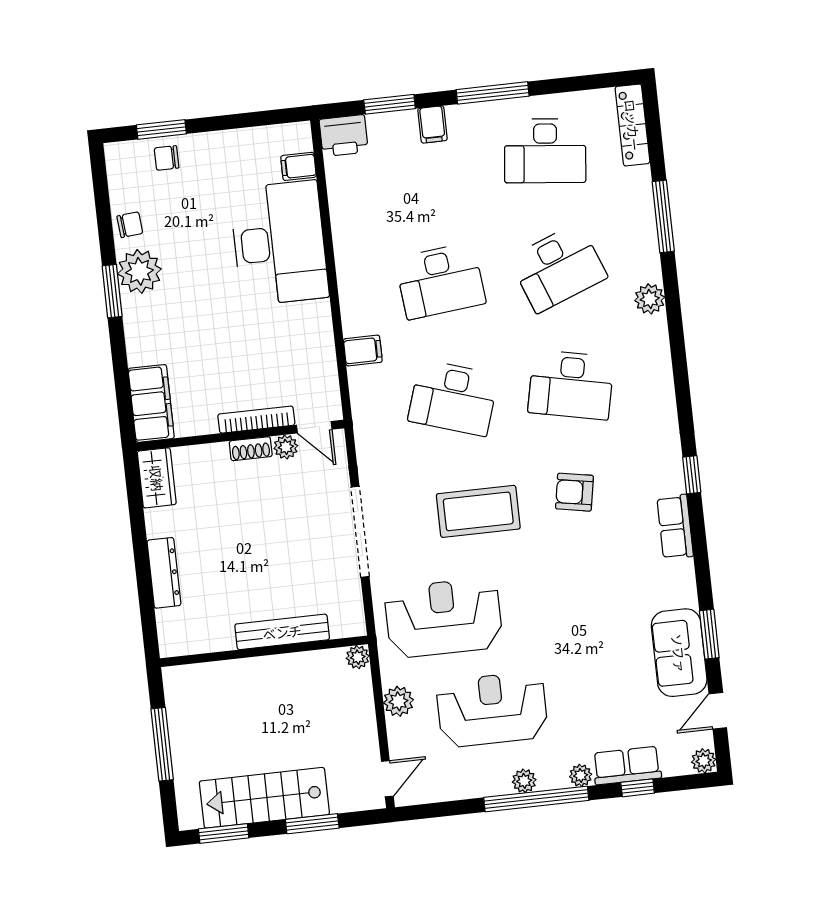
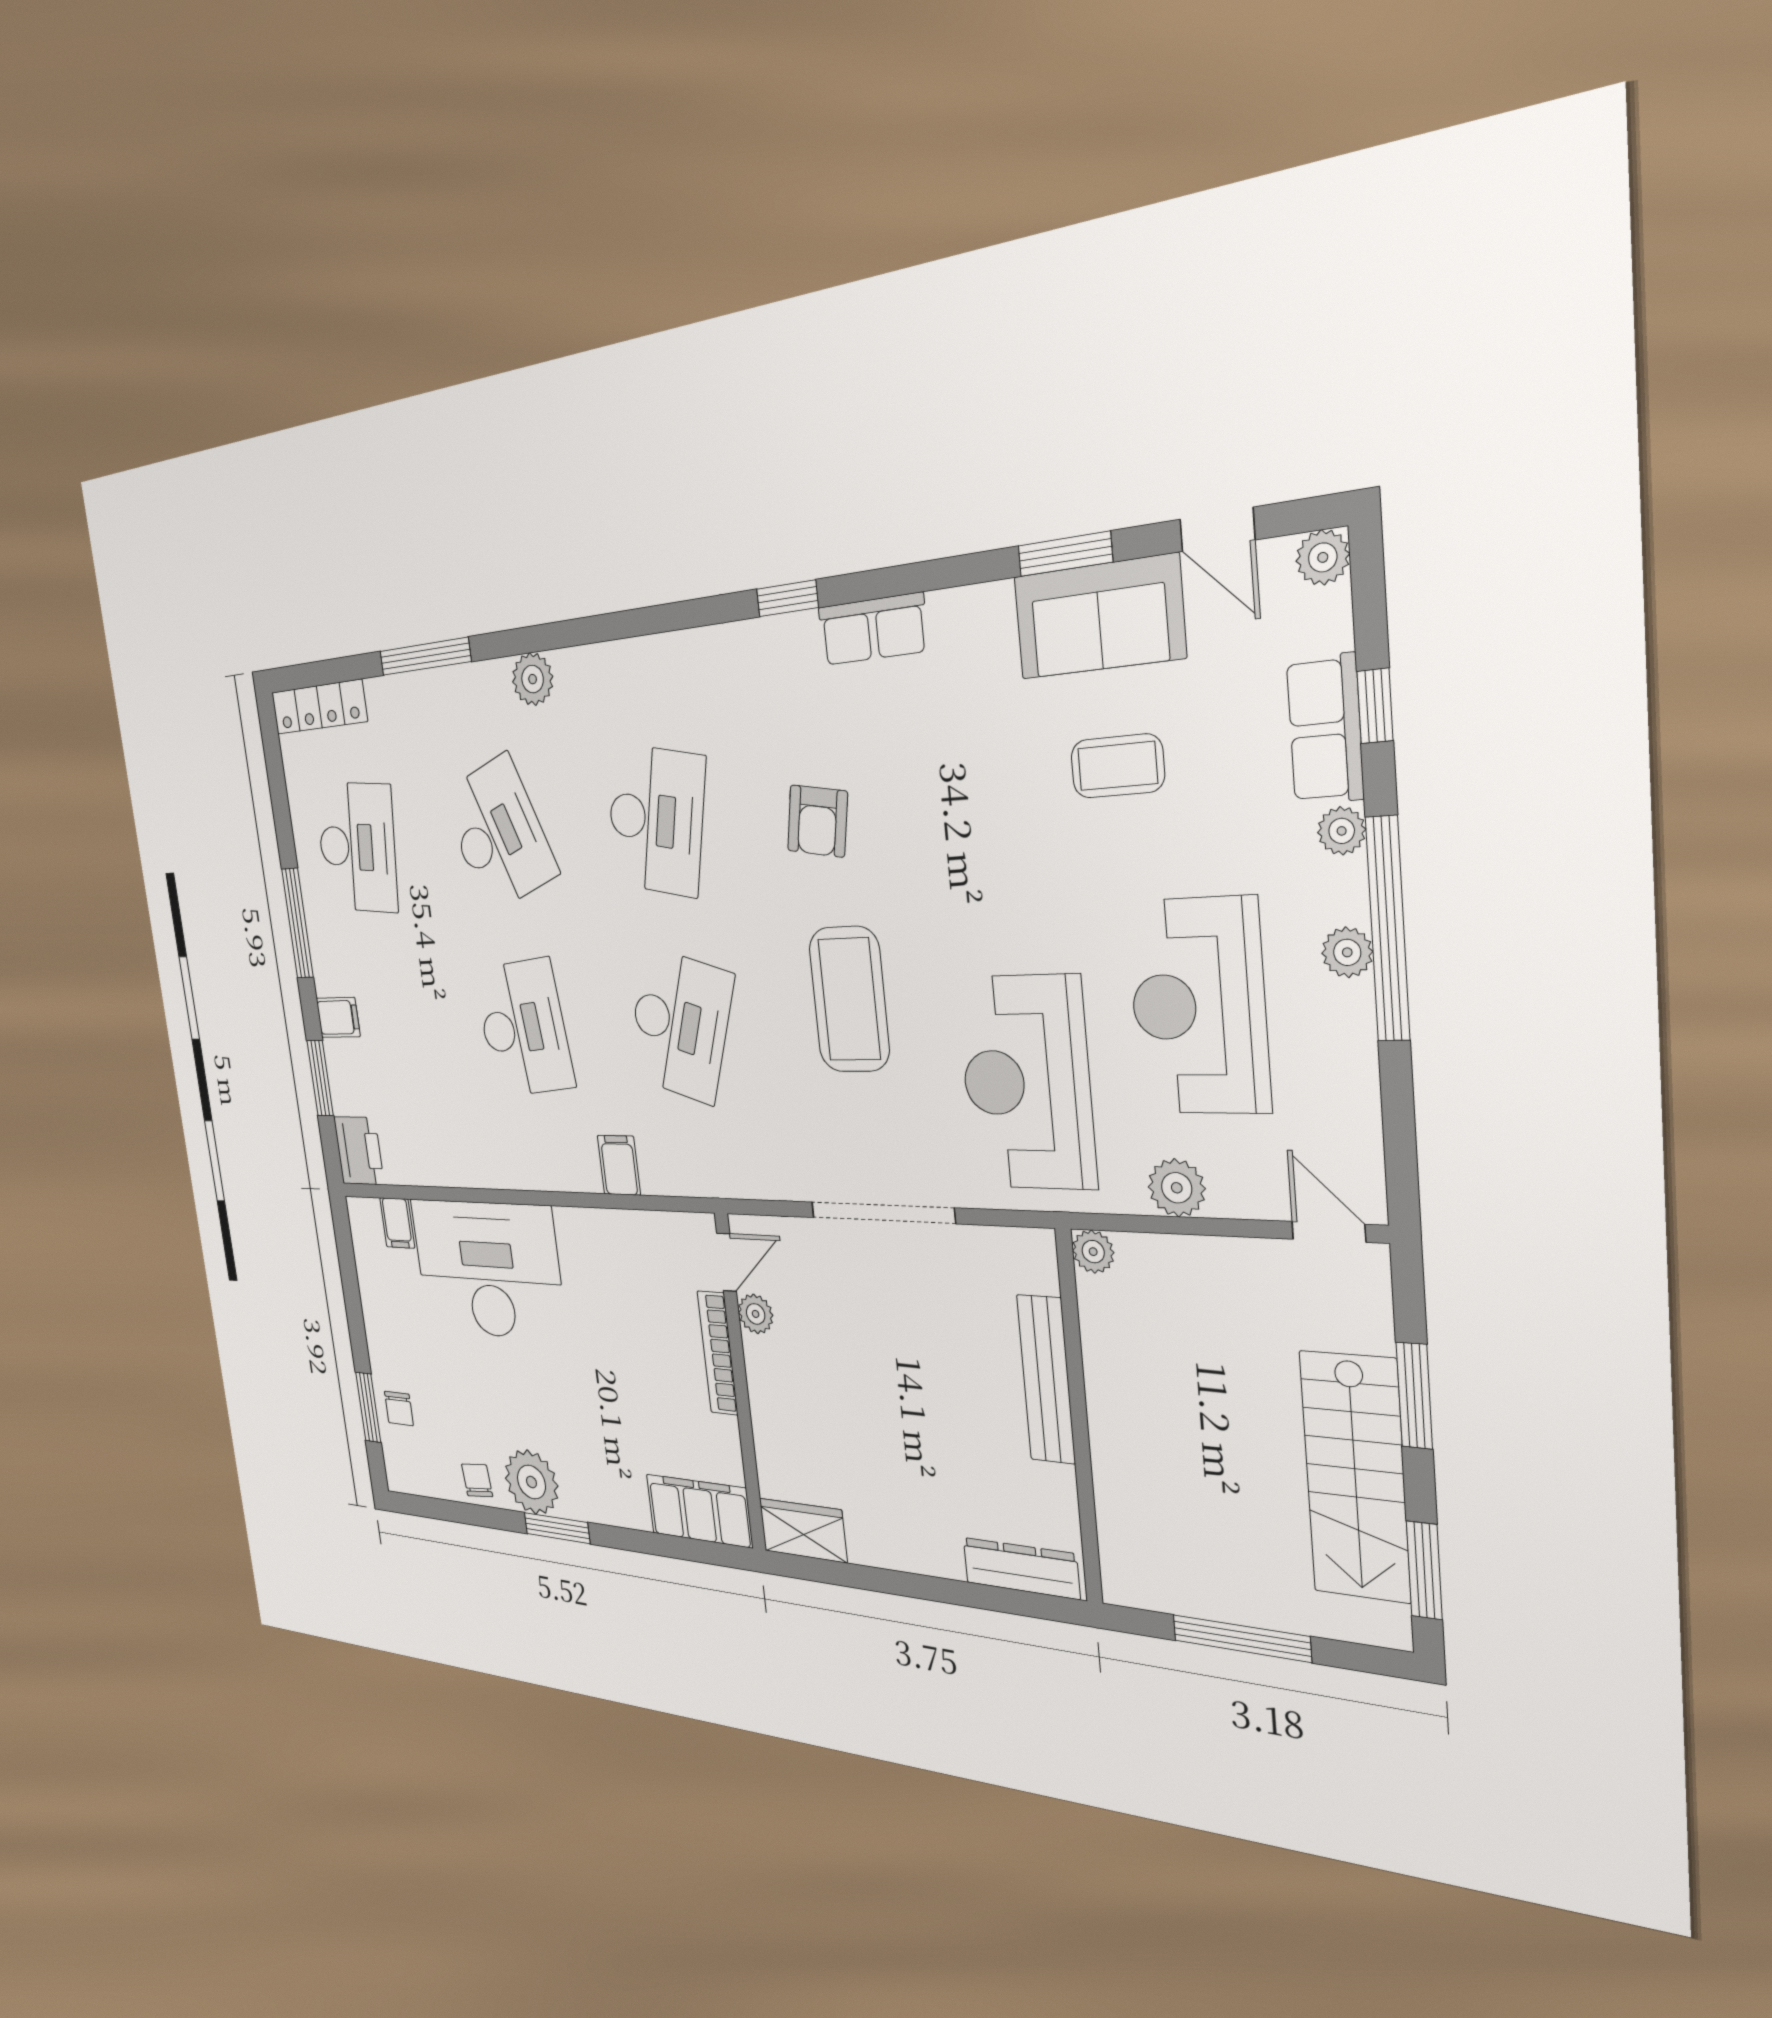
shoe rack: (251, 449) -> (759, 1371), removed
dresser: (164, 573) -> (1021, 1568), moved
coffee table: (608, 664) -> (1118, 766), added

